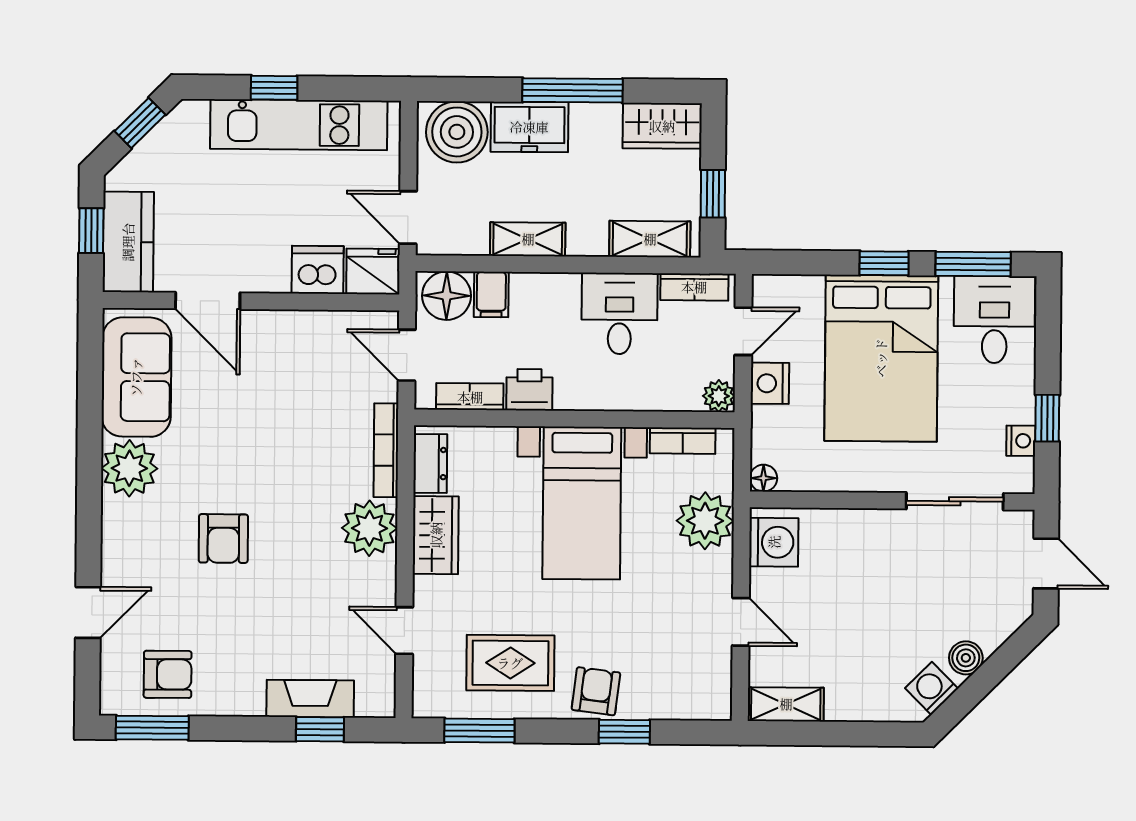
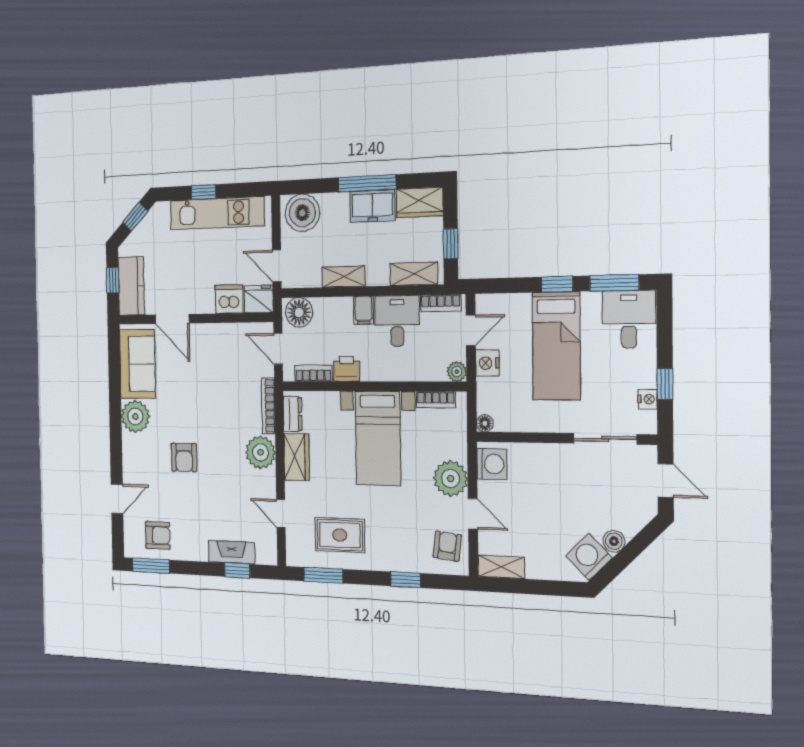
freezer: (529, 127) -> (372, 206), moved
filing cabinet: (491, 294) -> (364, 310), moved
bed: (881, 358) -> (556, 346), width x0.67
plant: (705, 521) -> (451, 478), moved
washing machine: (932, 688) -> (589, 557), width x1.38, depth x1.38
armchair: (596, 691) -> (447, 546), moved

